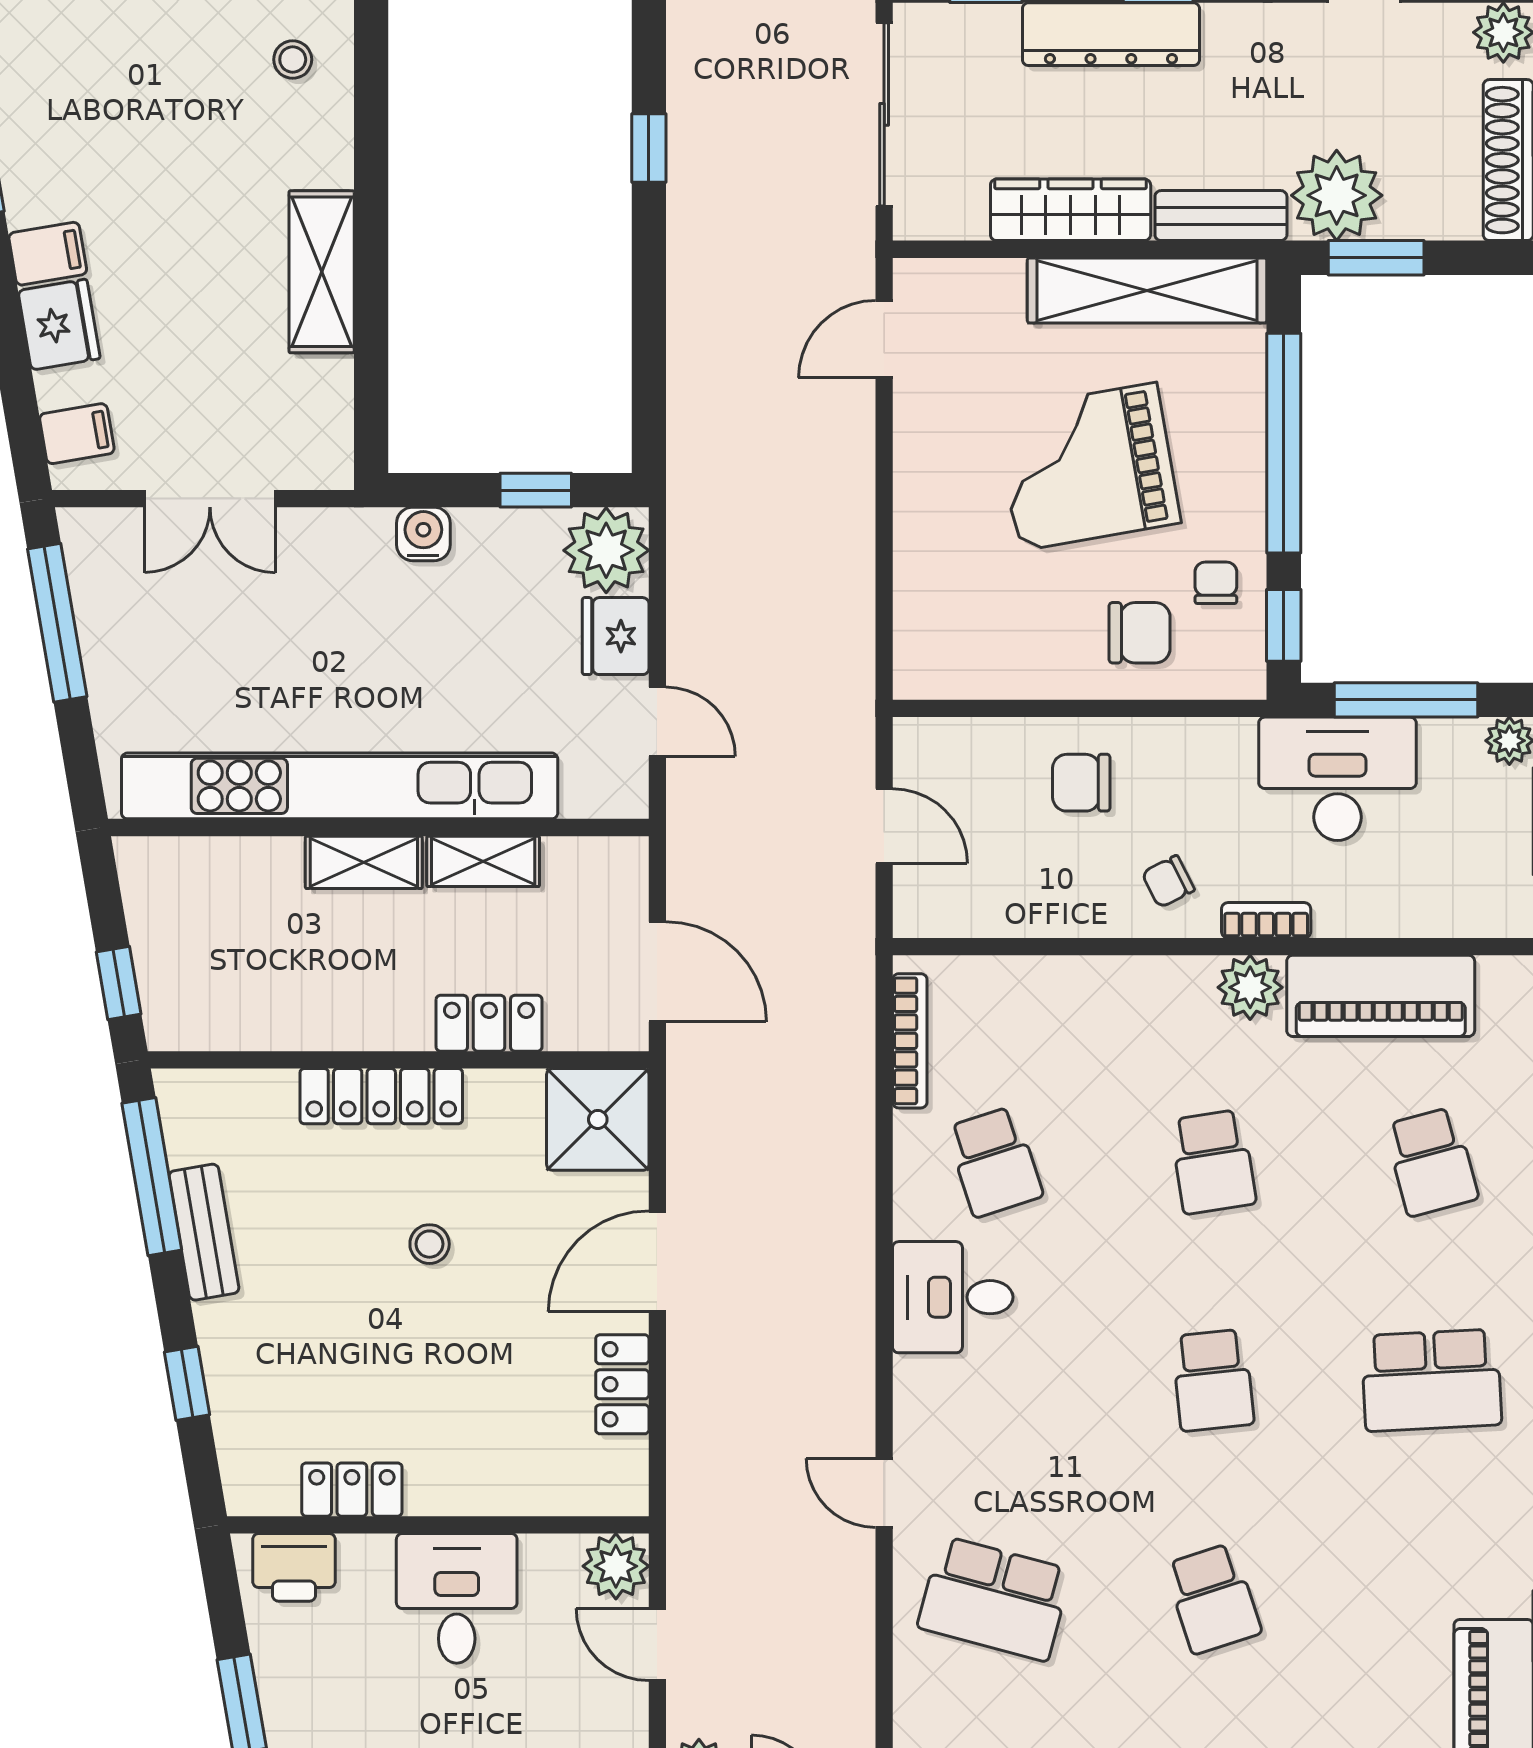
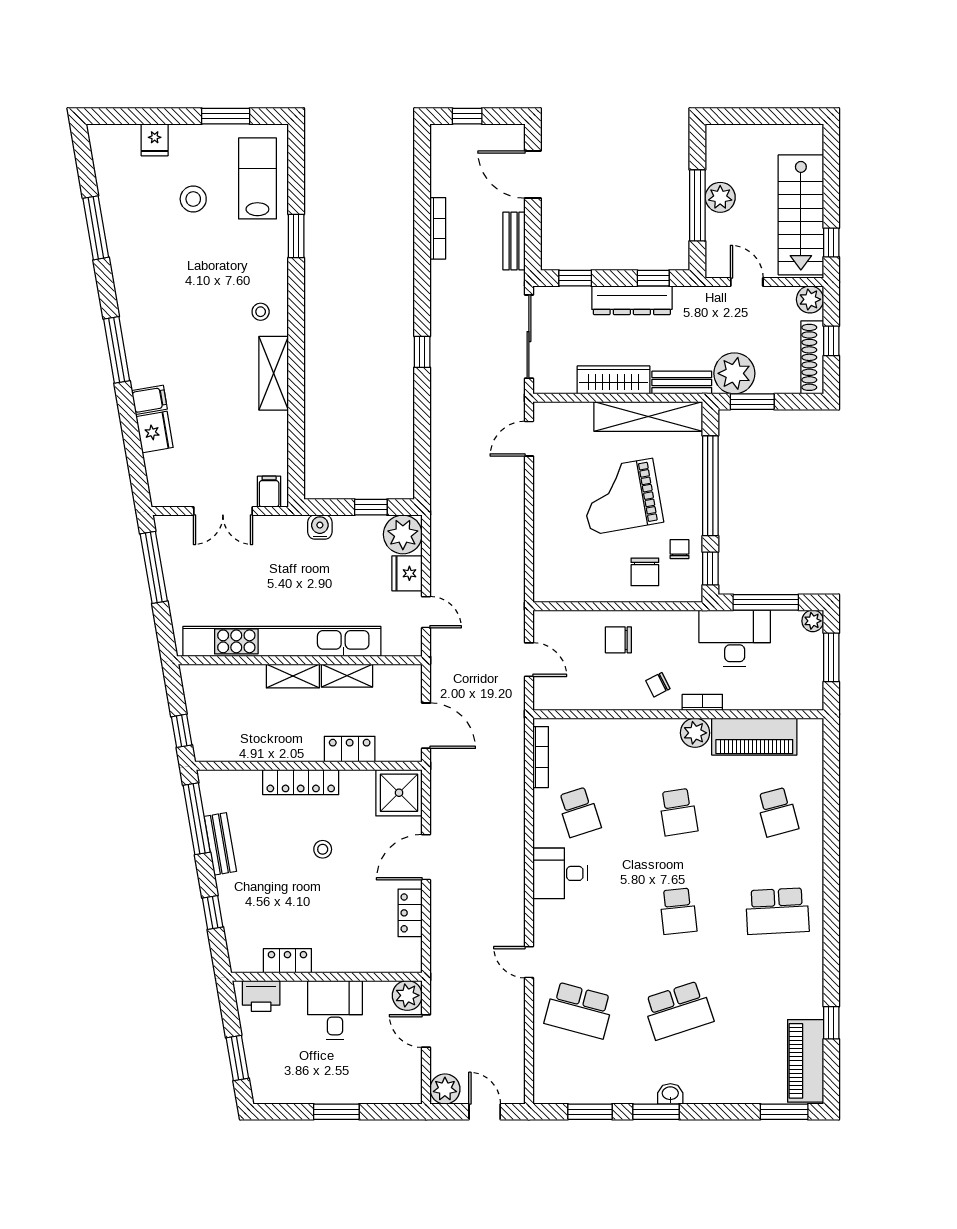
shelving: (322, 272) -> (274, 373), moved
filing cabinet: (77, 434) -> (269, 492), moved, turned -80
chair: (1140, 633) -> (645, 572), turned 90
school desk: (1213, 1599) -> (678, 1010), width x1.85

